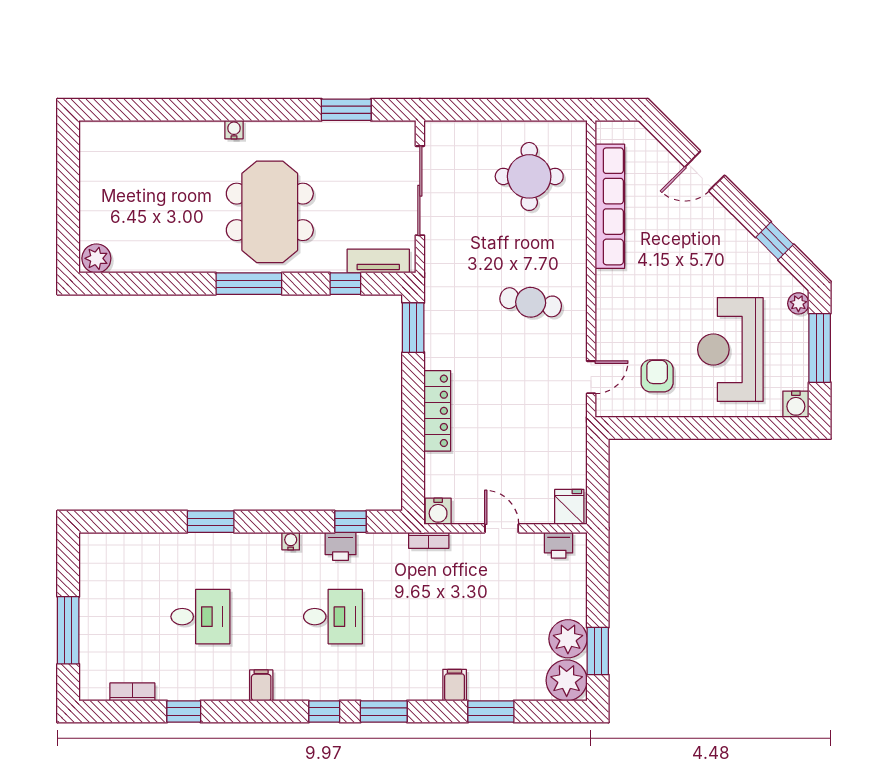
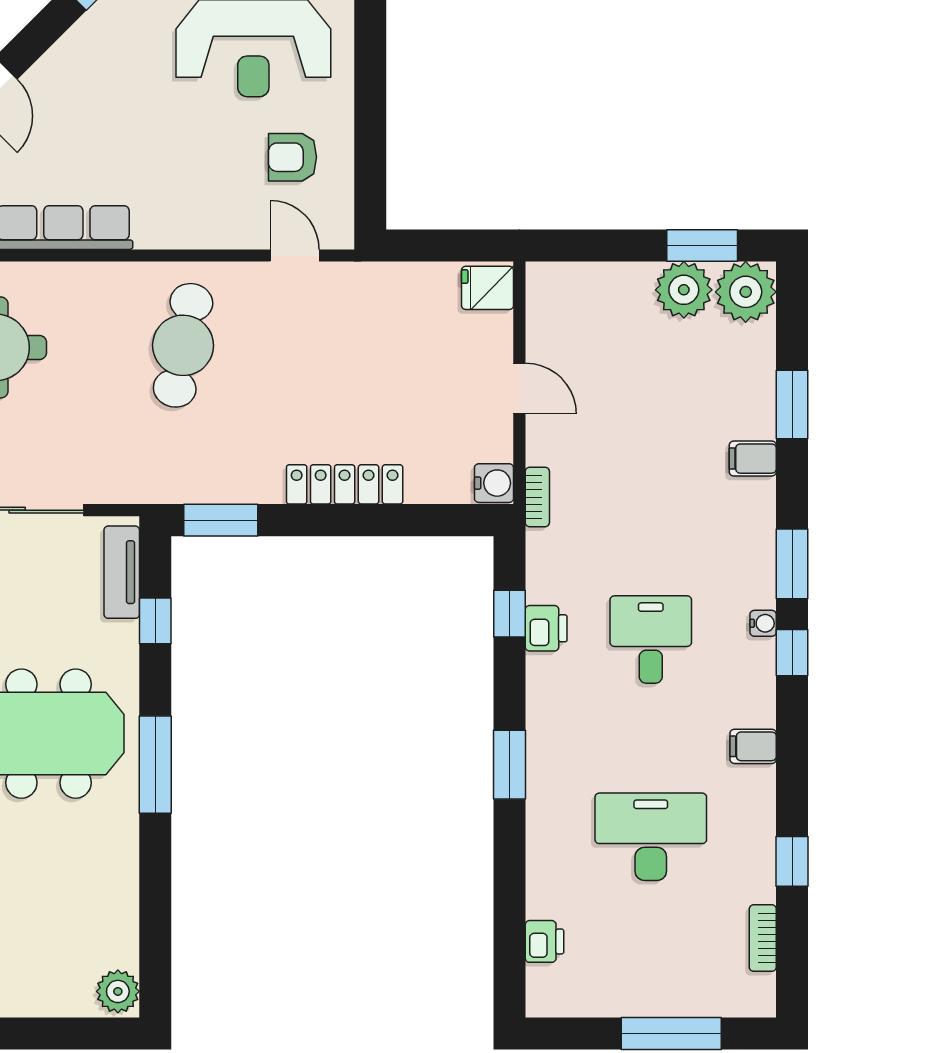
cafe table: (531, 302) -> (183, 345), width x1.37, depth x1.35
window: (211, 522) -> (509, 765), moved
door: (502, 528) -> (519, 389), swing flipped
water cooler: (291, 541) -> (763, 623), moved, turned 180
printer: (559, 545) -> (545, 941), moved
desk: (200, 617) -> (651, 837), width x1.37

